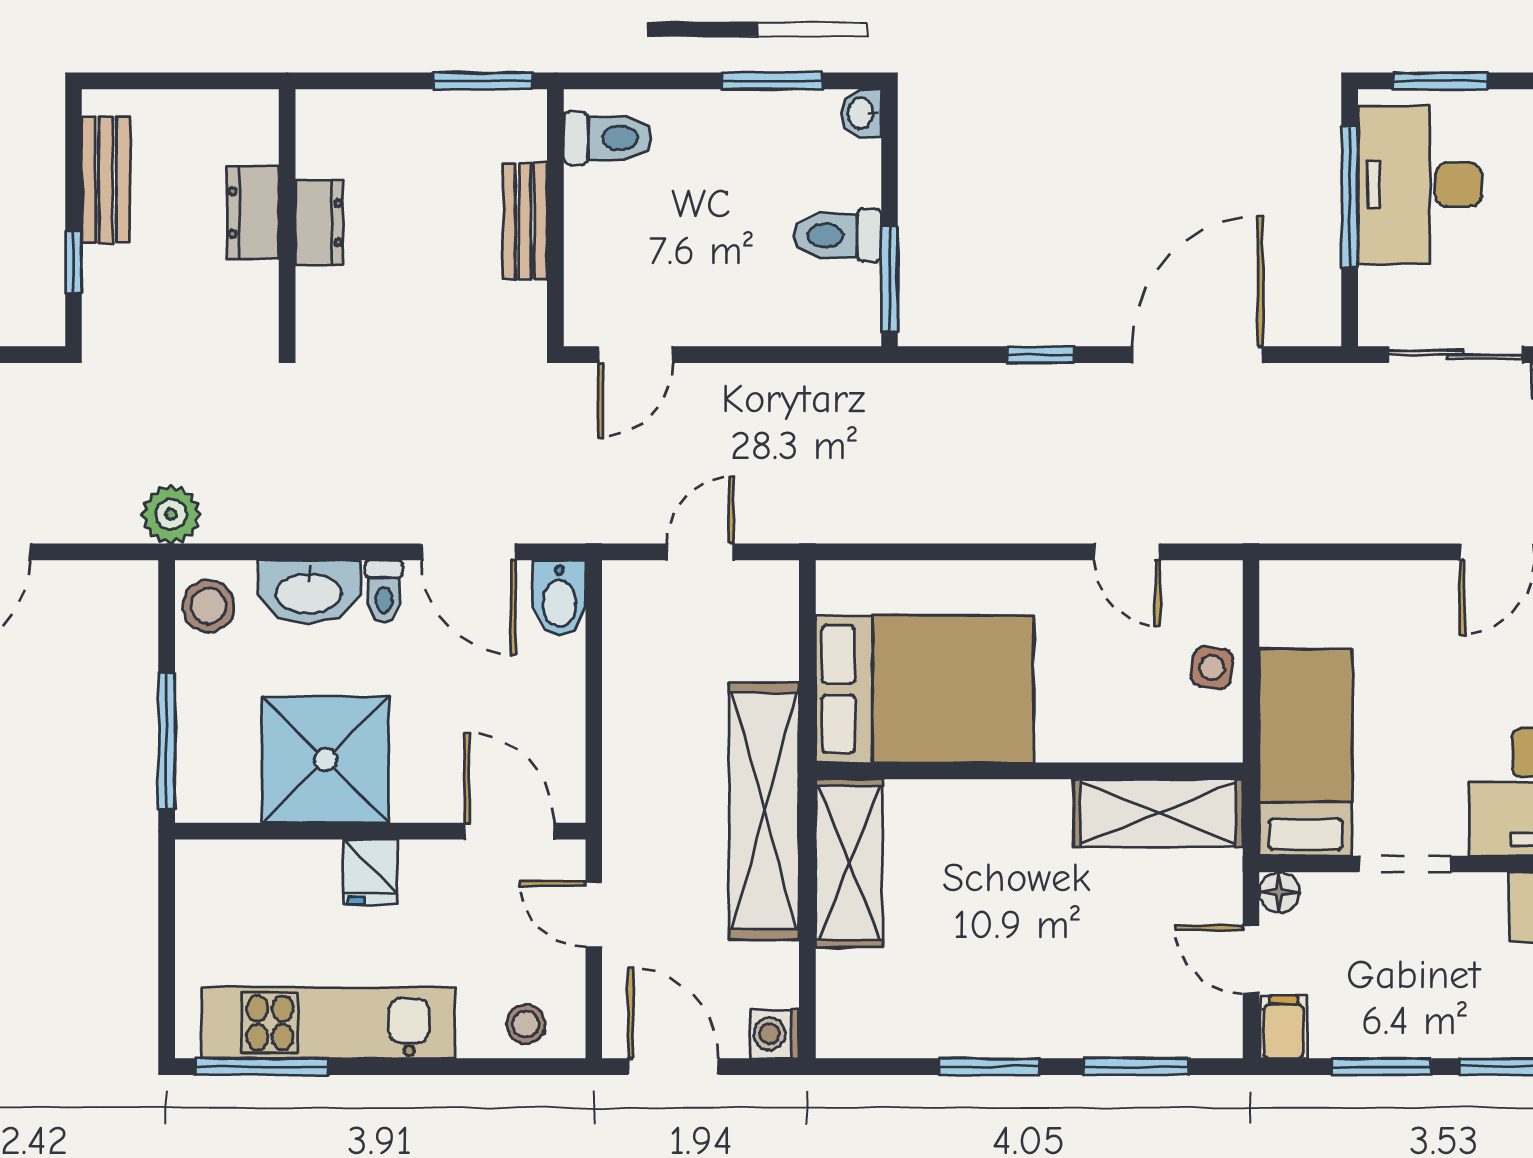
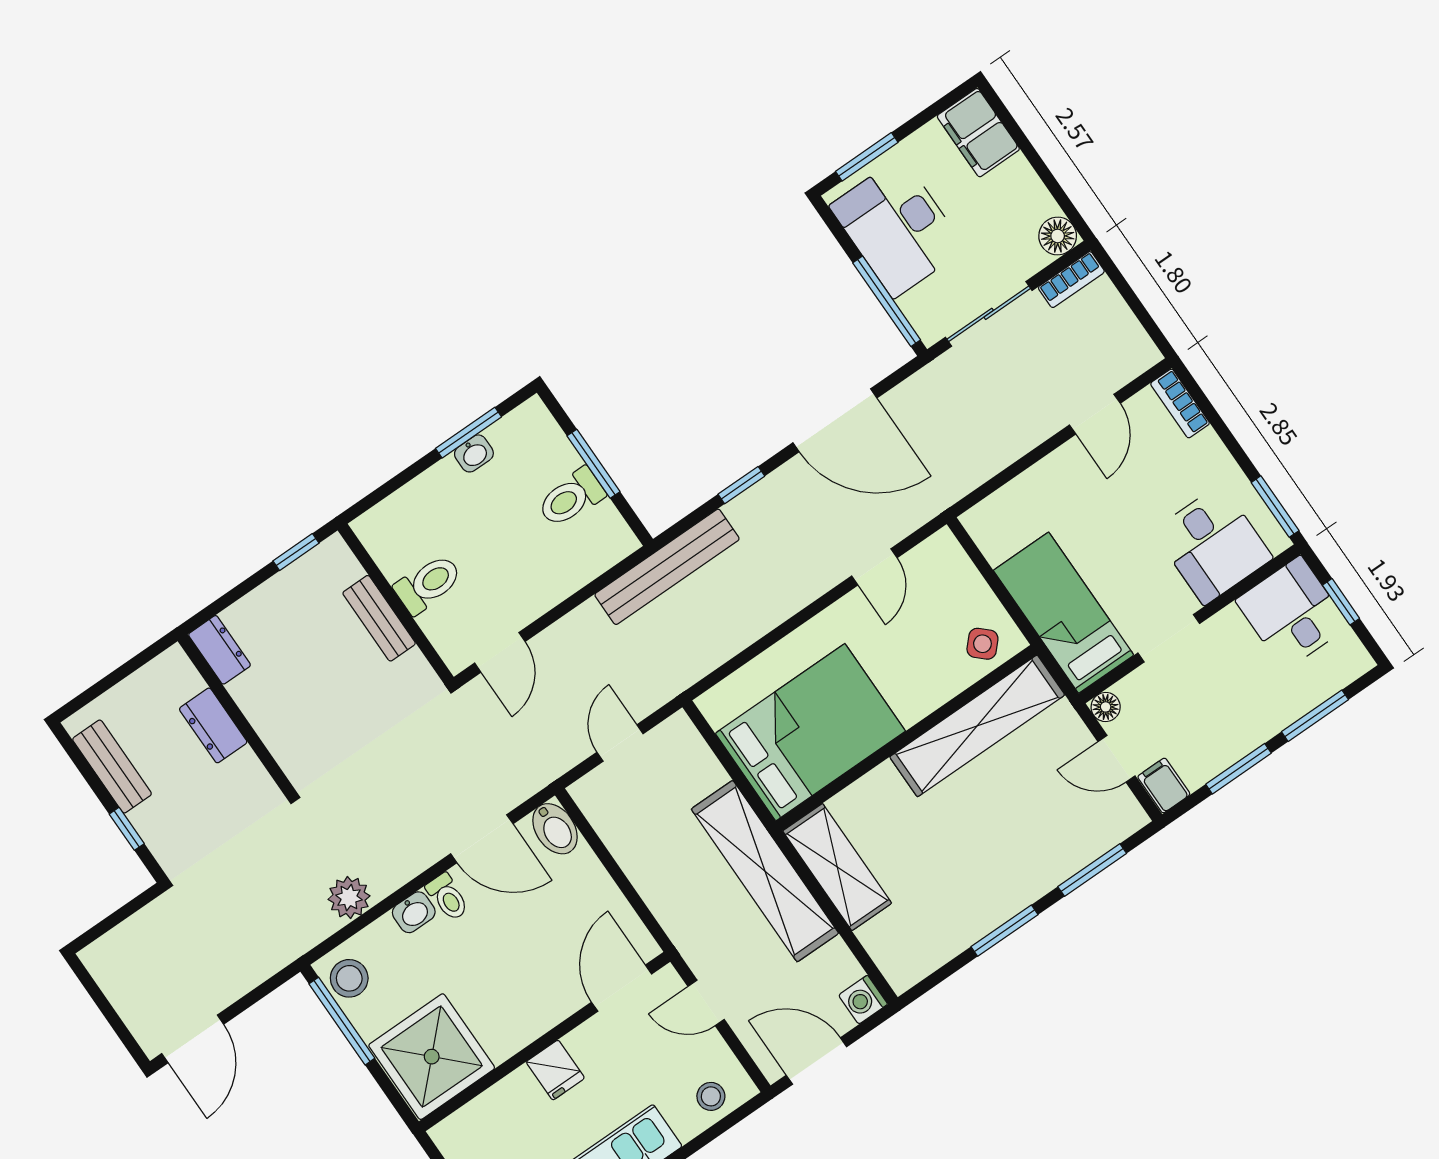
window: (483, 81) -> (296, 552), width x0.67
washbasin: (862, 114) -> (474, 453), moved, turned -90
toilet: (608, 138) -> (428, 584), moved
window: (1350, 197) -> (887, 301), moved
dresser: (319, 223) -> (220, 650), moved
window: (890, 279) -> (593, 464), moved
door: (1197, 355) -> (835, 420), swing flipped
bench: (892, 389) -> (667, 567), added
plant: (171, 514) -> (349, 898), moved
door: (1127, 552) -> (874, 567), hinge flipped
washbasin: (309, 592) -> (414, 912), width x0.52, depth x0.69
side table: (1212, 667) -> (982, 644), moved, turned 35
window: (167, 740) -> (342, 1021), moved
shower: (325, 760) -> (432, 1057), moved
shelving: (1158, 813) -> (977, 726), width x1.47
door: (510, 831) -> (622, 988), hinge flipped

